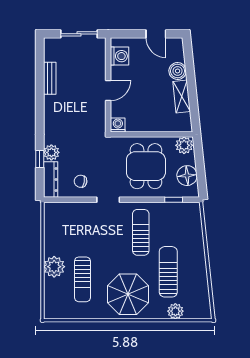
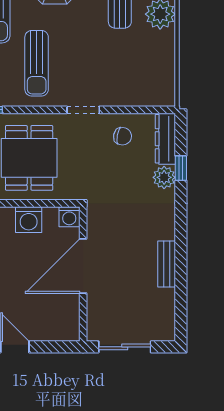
washing machine: (120, 56) -> (29, 220), moved, turned -90
bench: (50, 78) -> (167, 264), moved
door: (108, 90) -> (83, 266), width x1.88

